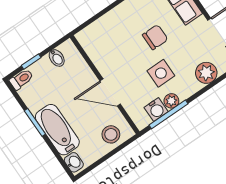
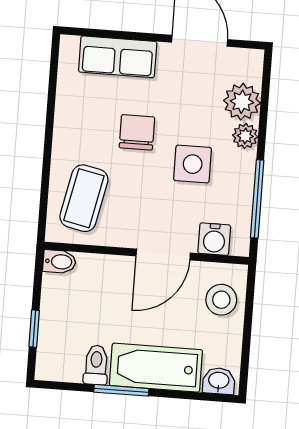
coffee table: (107, 37) -> (84, 198), added
bidet: (57, 58) -> (59, 262), moved
toilet: (21, 79) -> (96, 365), moved
plant: (171, 101) -> (245, 136), moved
water cooler: (156, 110) -> (214, 239), moved, turned 90

